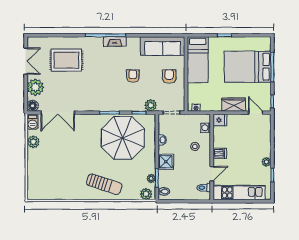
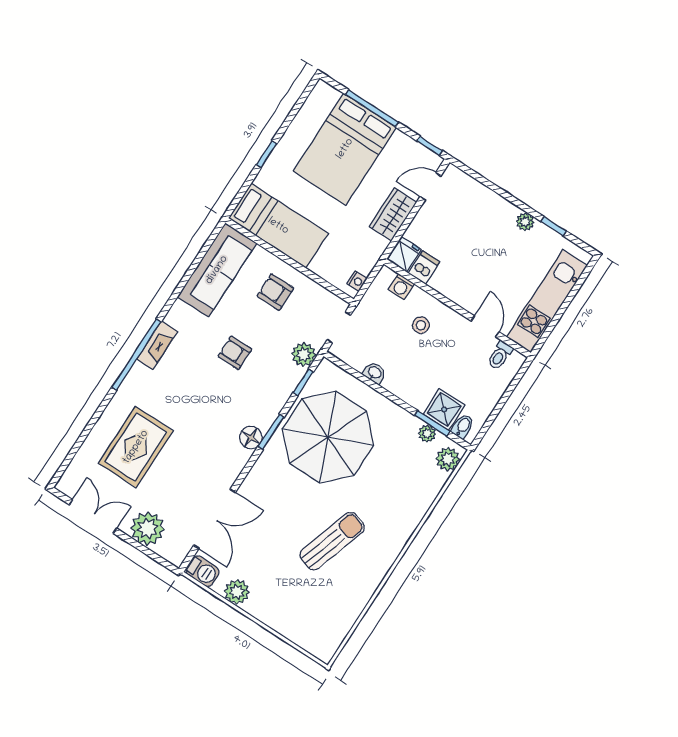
floor lamp: (33, 106) -> (251, 437), moved
dishwasher: (220, 153) -> (424, 268), moved
shower: (166, 162) -> (444, 410), moved
sun lounger: (104, 184) -> (332, 541), moved

